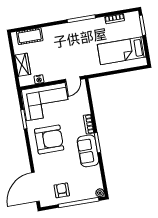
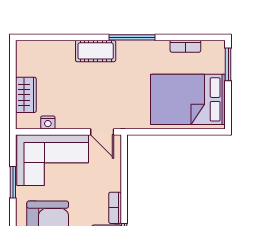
cot: (30, 36) -> (96, 51), moved
bed: (122, 51) -> (188, 99), width x1.50
door: (73, 79) -> (102, 132), hinge flipped

